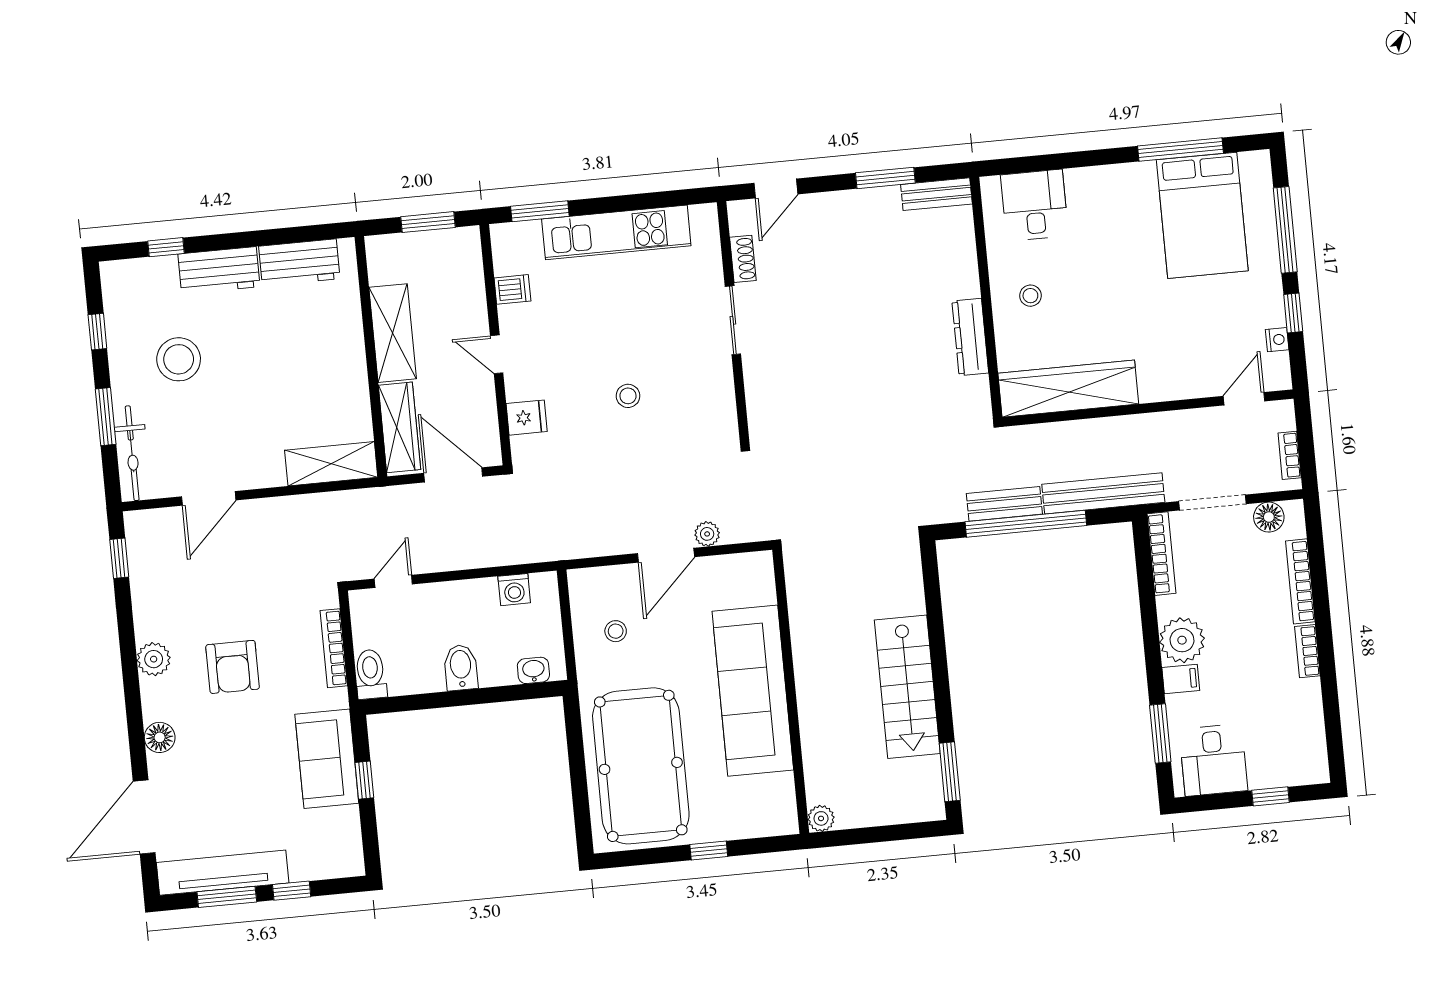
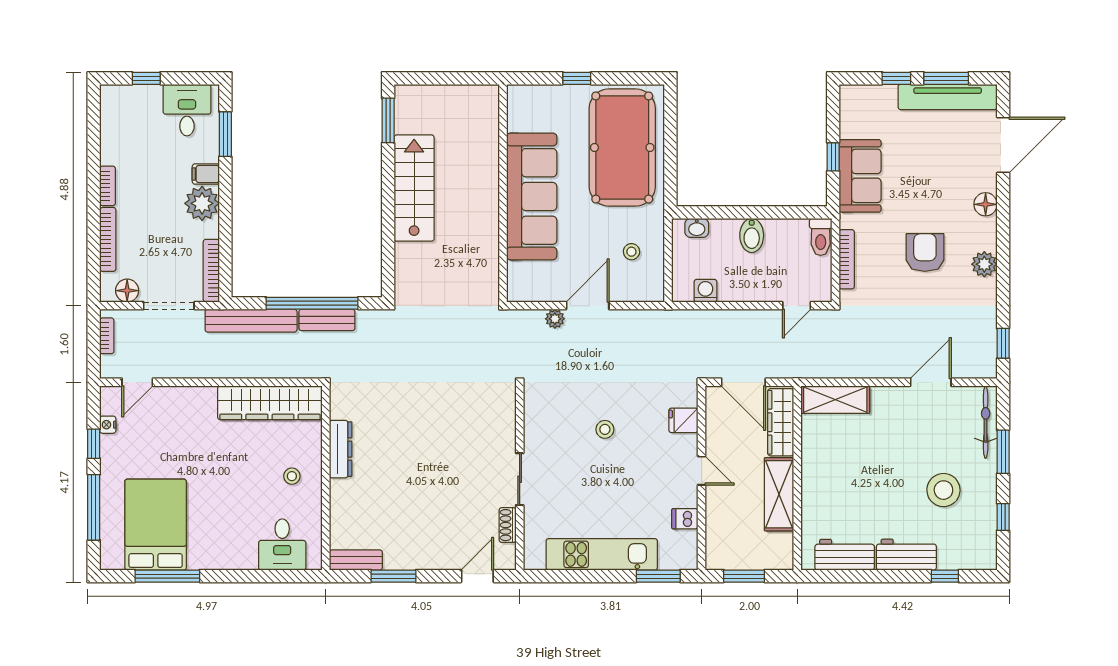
plant: (821, 818) -> (489, 94), removed

